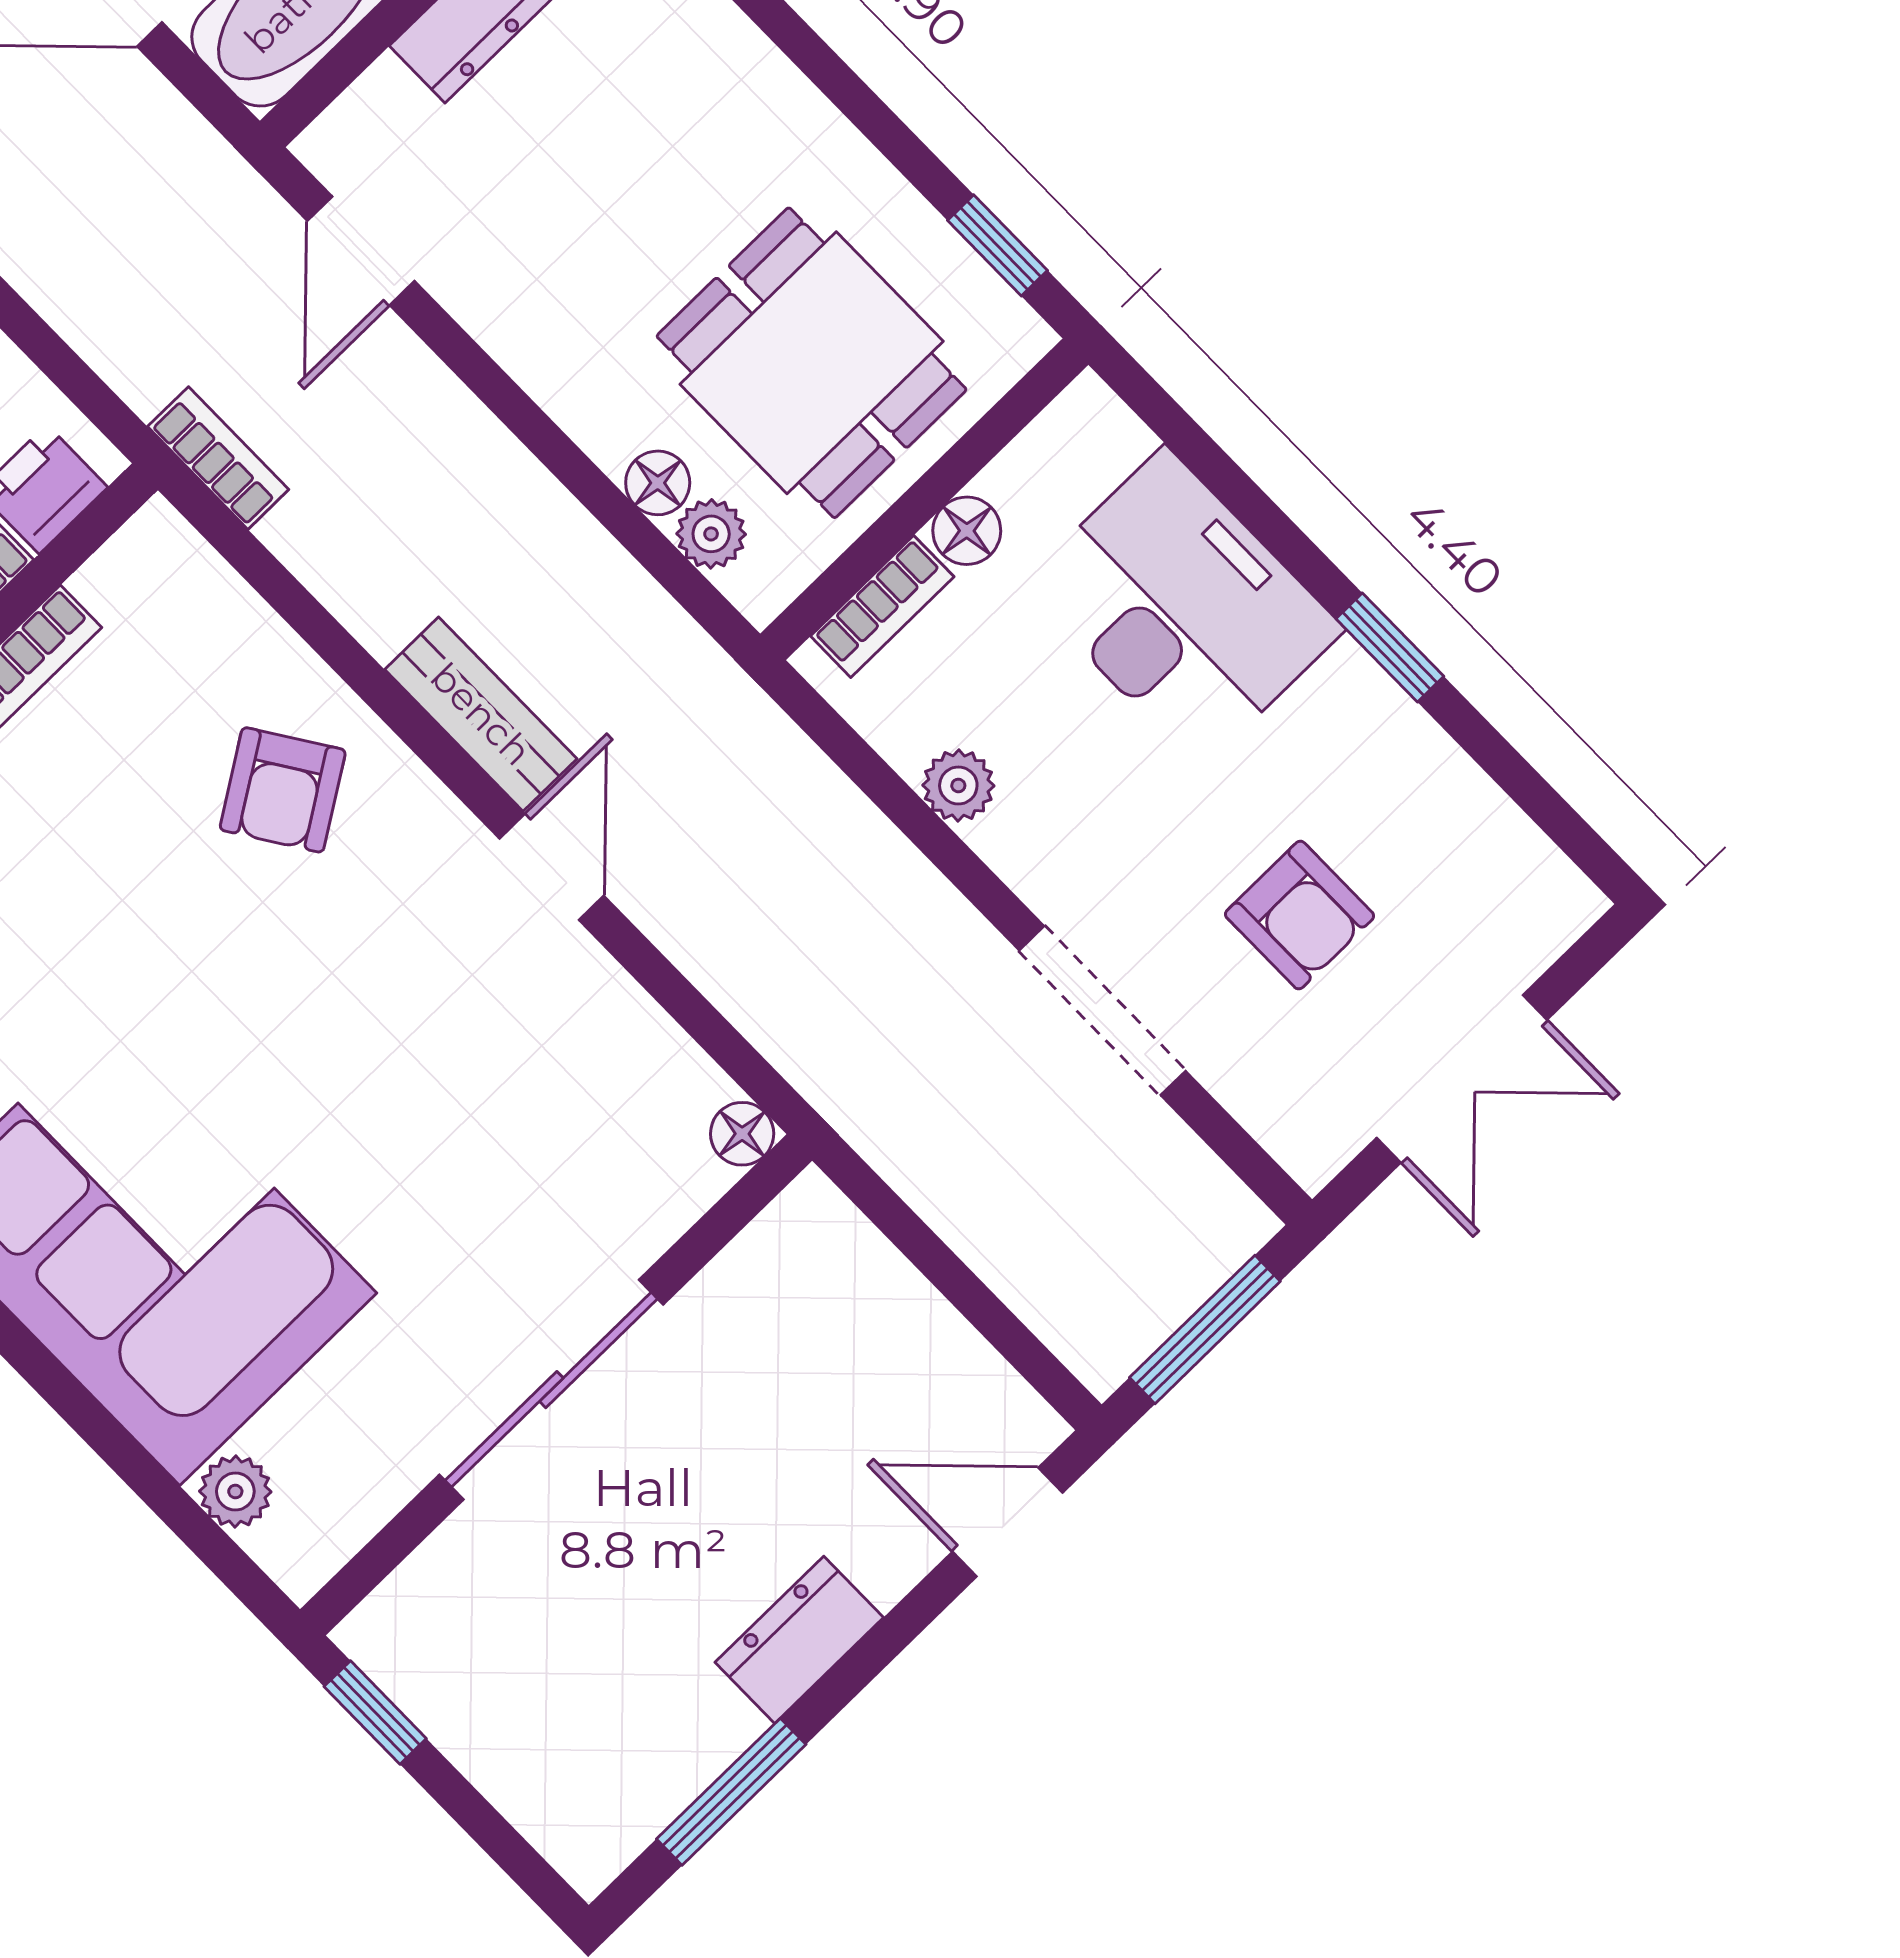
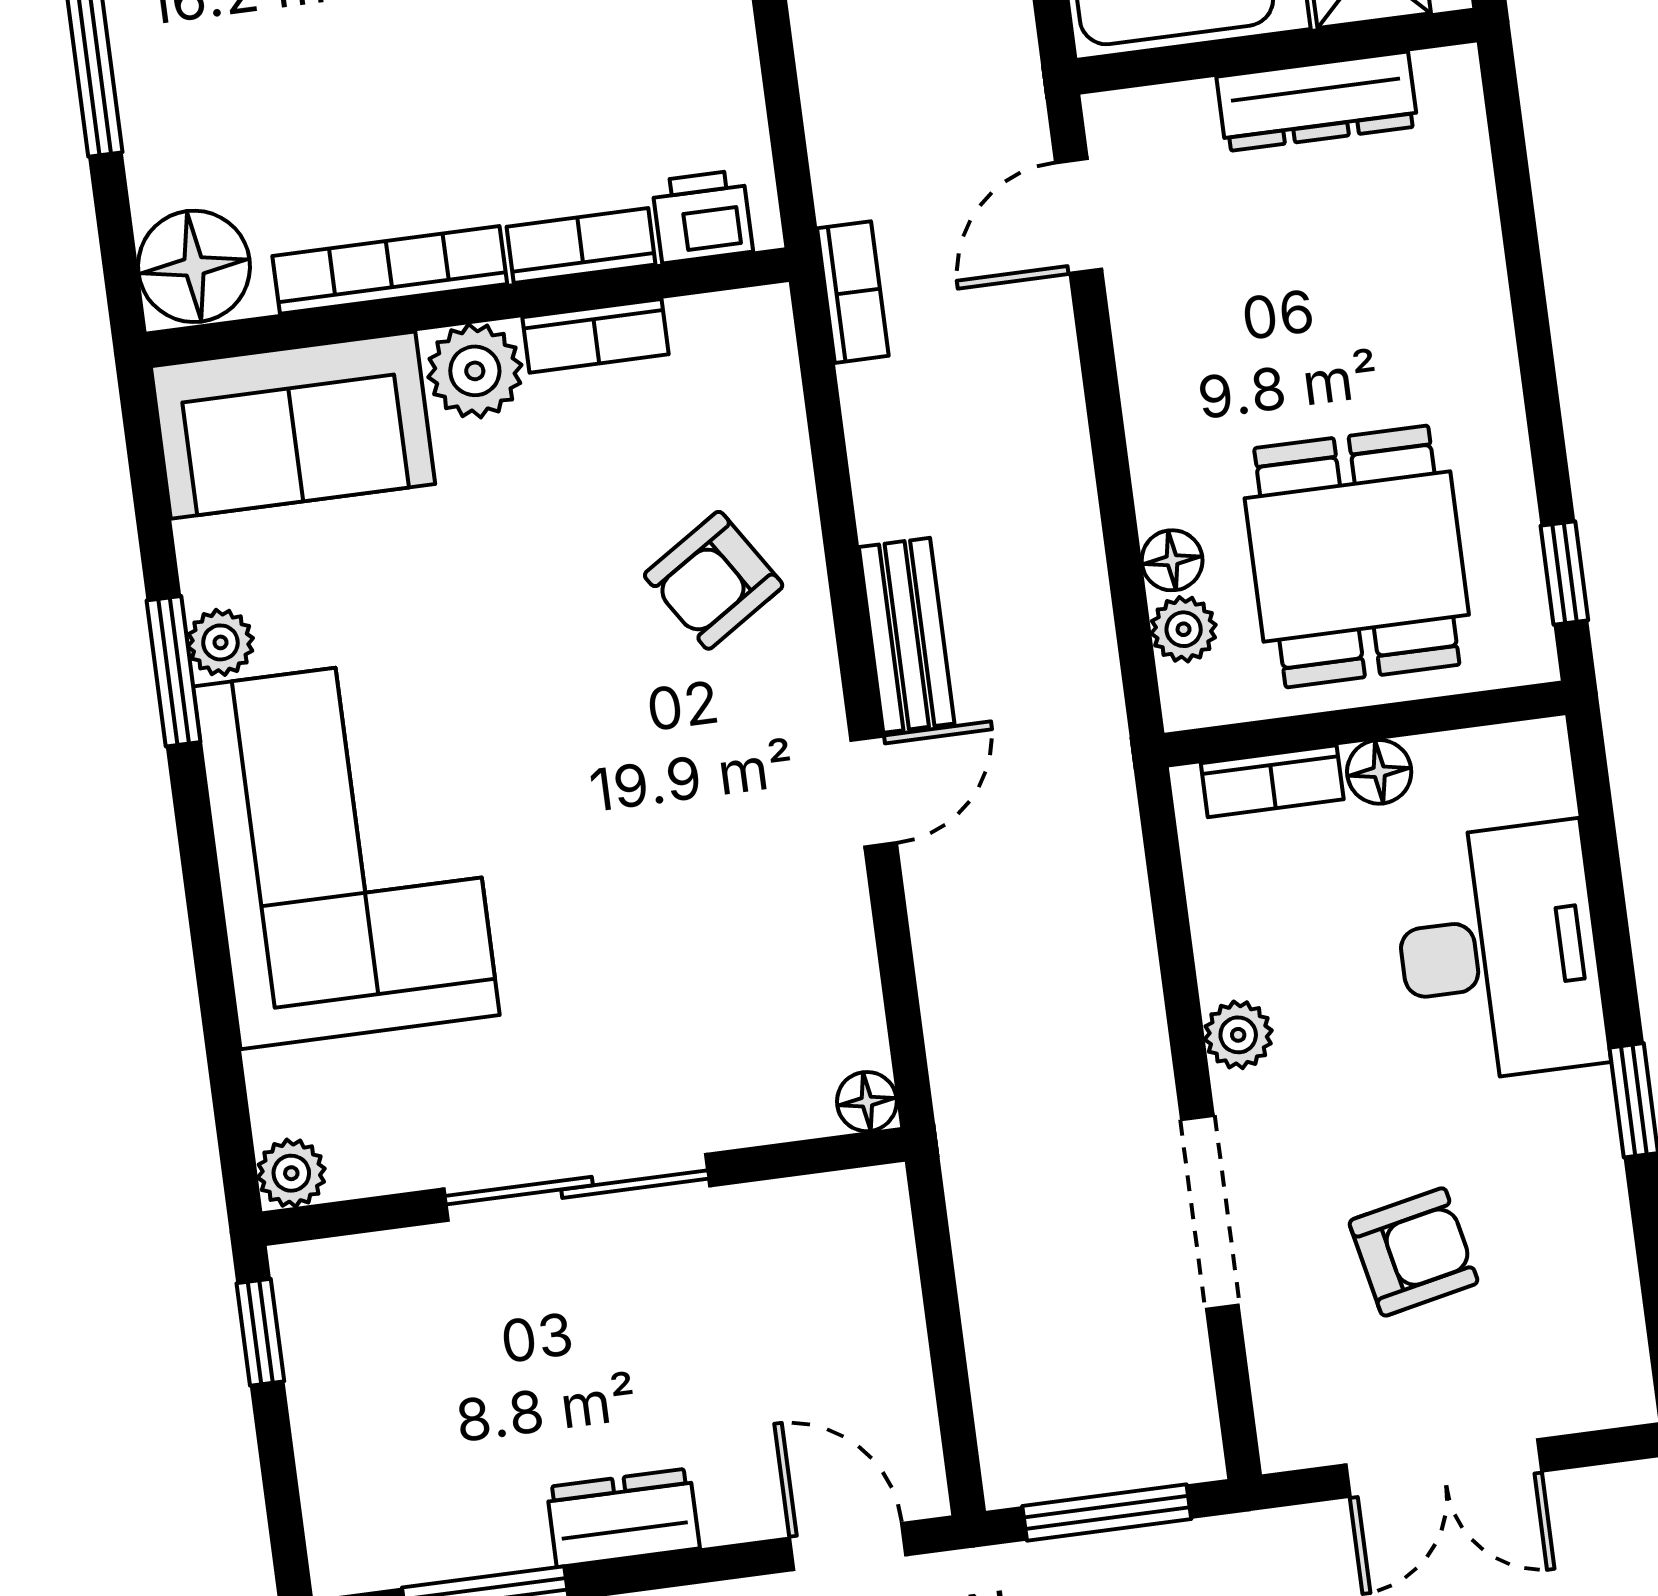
plant: (958, 785) -> (1238, 1035), moved
armchair: (1300, 915) -> (1414, 1252), turned -102
plant: (235, 1492) -> (291, 1173), moved

